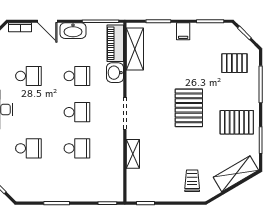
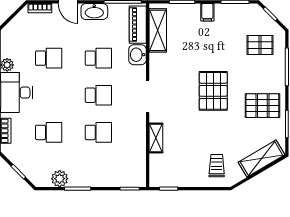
plant: (39, 193) -> (60, 179), added

